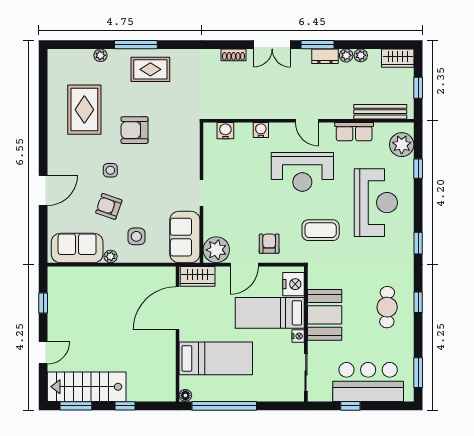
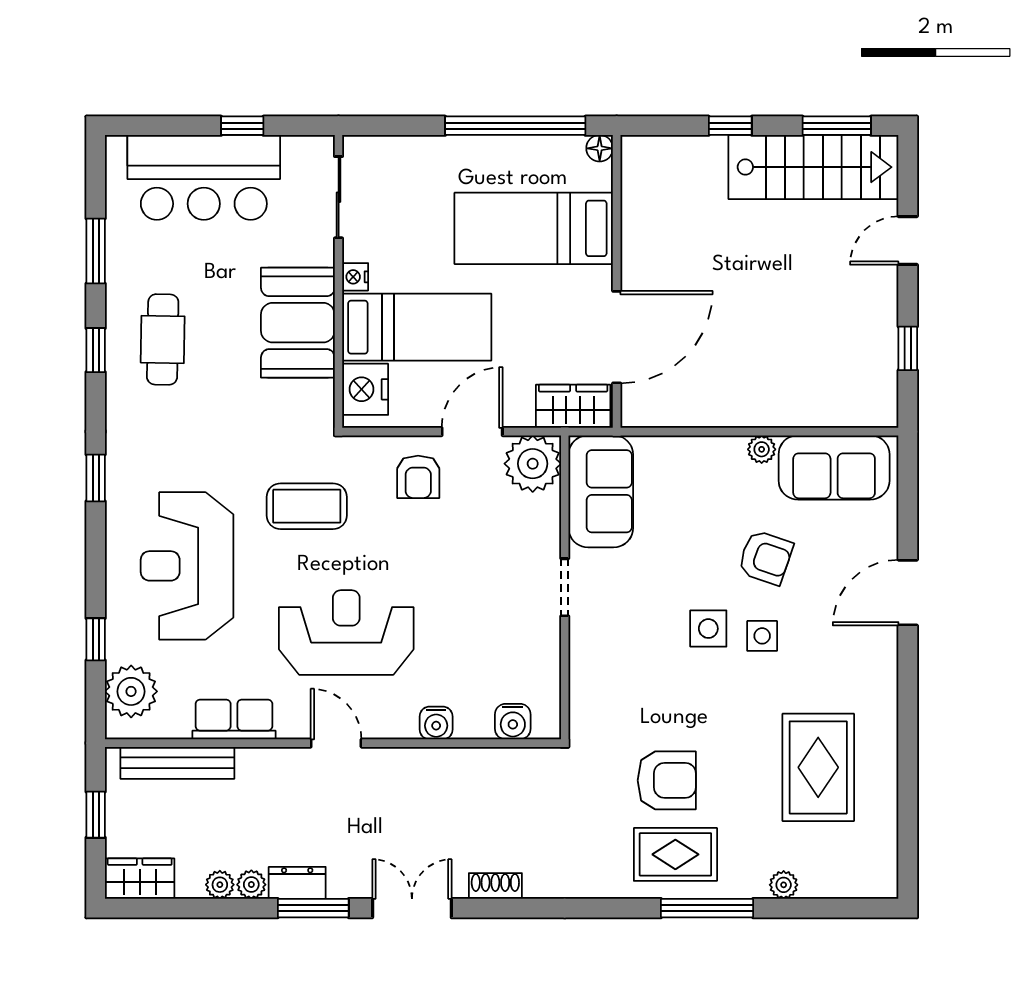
armchair: (134, 130) -> (667, 780), moved
side table: (136, 236) -> (708, 629), moved
window: (418, 373) -> (96, 251), moved

